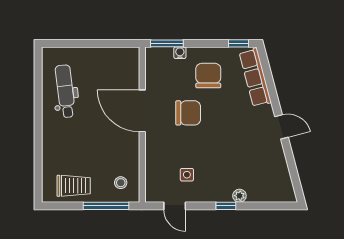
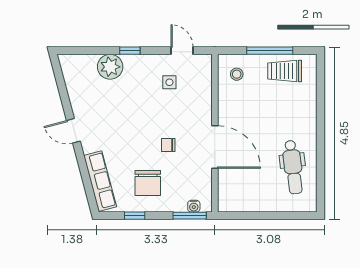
window: (239, 43) -> (135, 216), moved
water cooler: (180, 53) -> (194, 206), moved
chair: (188, 113) -> (168, 145), width x0.54, depth x0.54
plant: (239, 196) -> (110, 67), width x1.88, depth x1.88
window: (106, 206) -> (270, 51), moved

